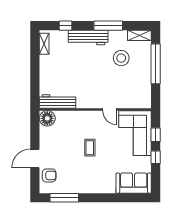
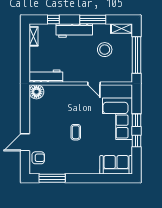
workbench: (58, 102) -> (46, 76), moved
wall: (95, 109) -> (81, 83), moved
door: (110, 109) -> (94, 83), moved
floor lamp: (47, 118) -> (36, 92), moved

